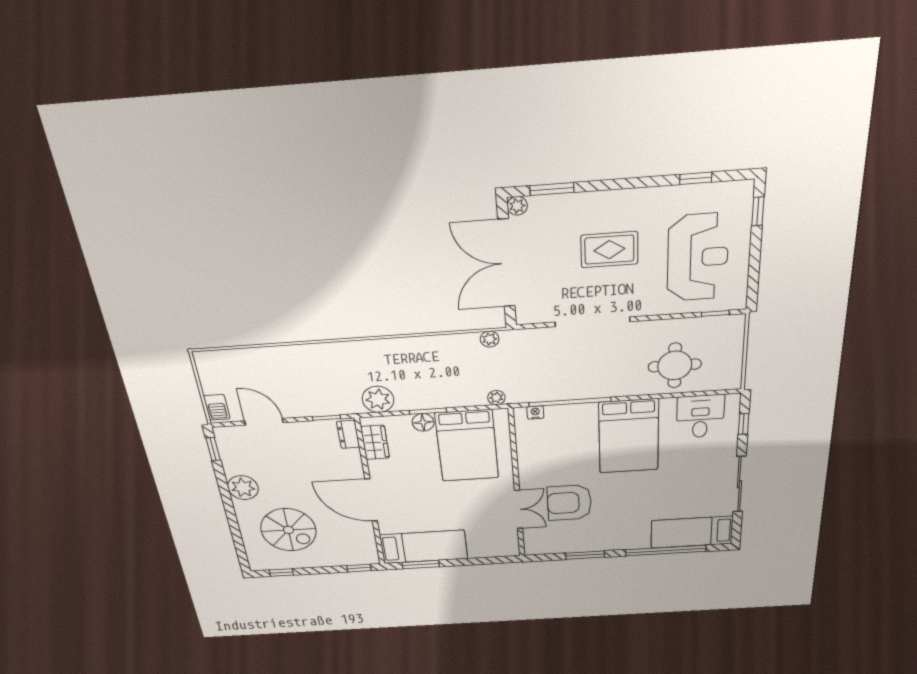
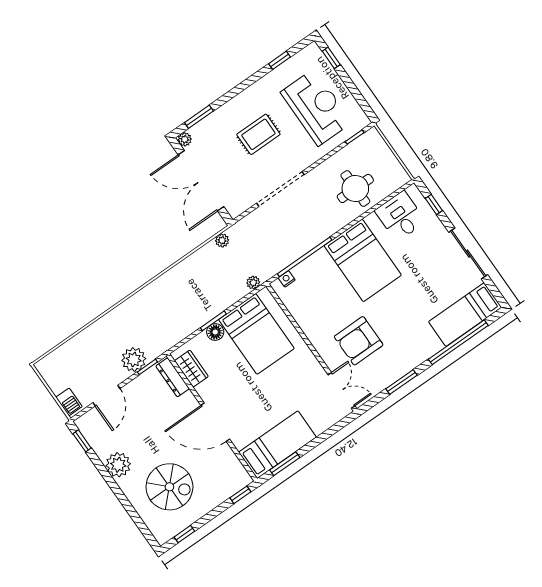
plant: (378, 399) -> (134, 360), moved
door: (264, 422) -> (106, 396), swing flipped
dresser: (348, 434) -> (173, 377), width x1.44
double door: (519, 509) -> (341, 390), moved

